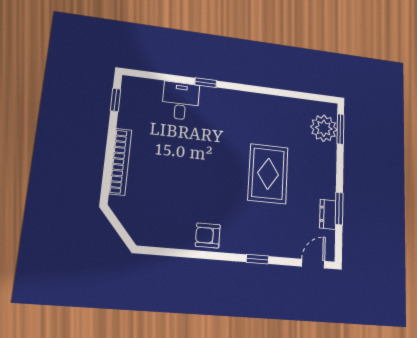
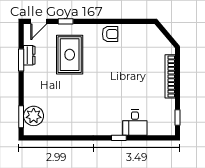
rug: (268, 174) -> (70, 55), moved
window: (257, 259) -> (66, 21), moved

